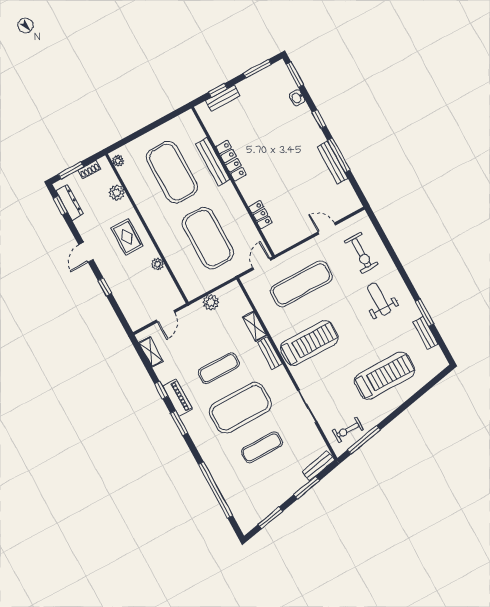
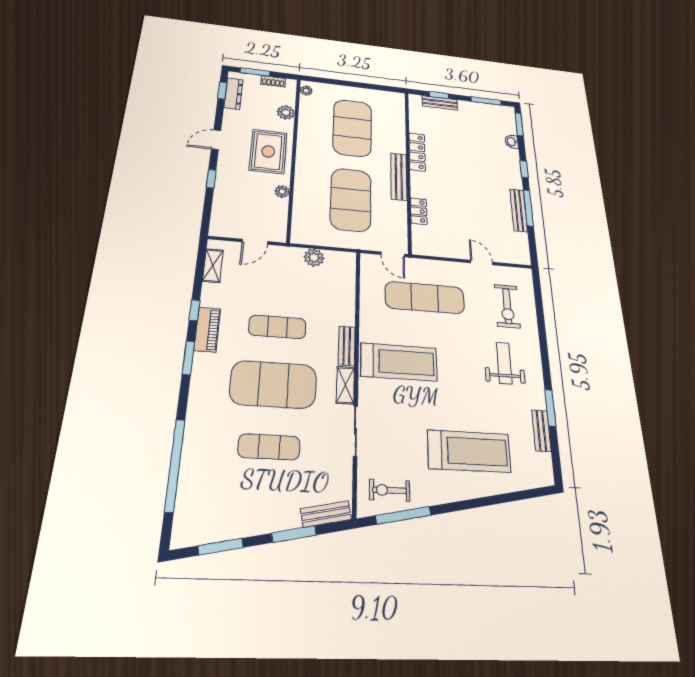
bench: (213, 162) -> (399, 176), moved
rug: (127, 237) -> (268, 151), width x1.36, depth x1.43
door: (262, 264) -> (393, 254), swing flipped
shelving: (255, 326) -> (345, 385), moved

